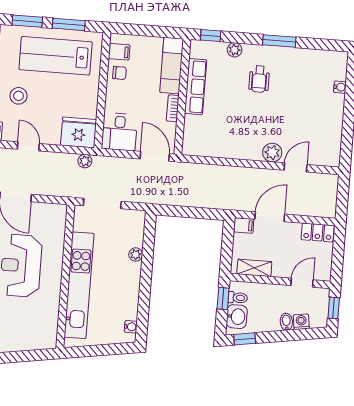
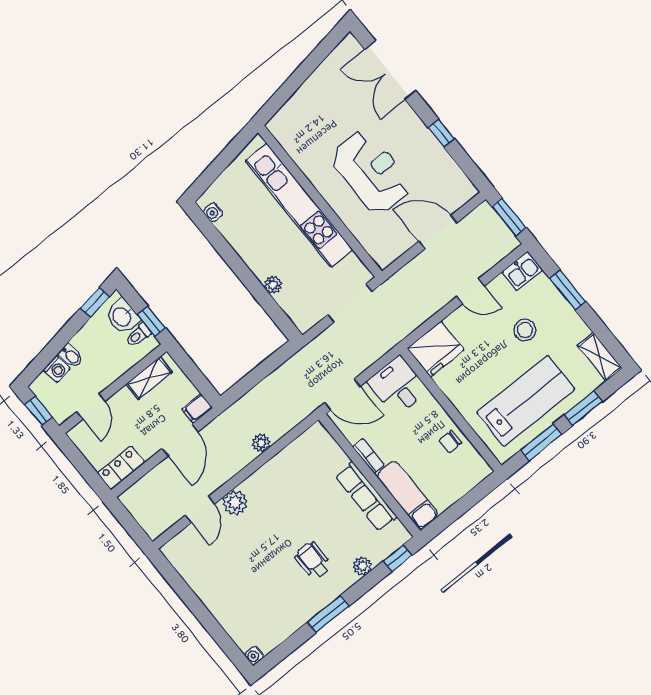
filing cabinet: (119, 52) -> (469, 461), removed
water cooler: (340, 87) -> (254, 655), moved
plant: (85, 161) -> (261, 443), moved

